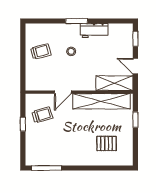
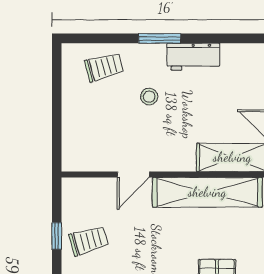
trolley: (41, 52) -> (104, 67), moved
trolley: (42, 115) -> (89, 241), moved

